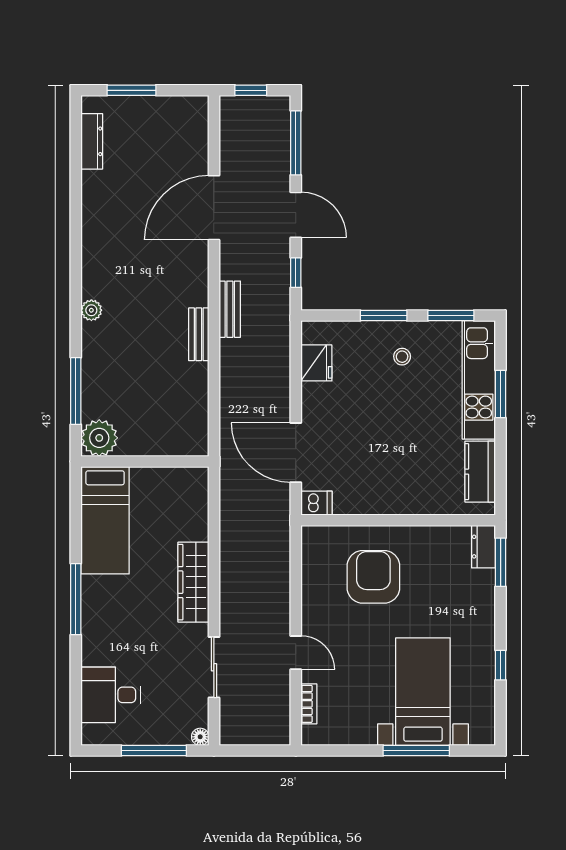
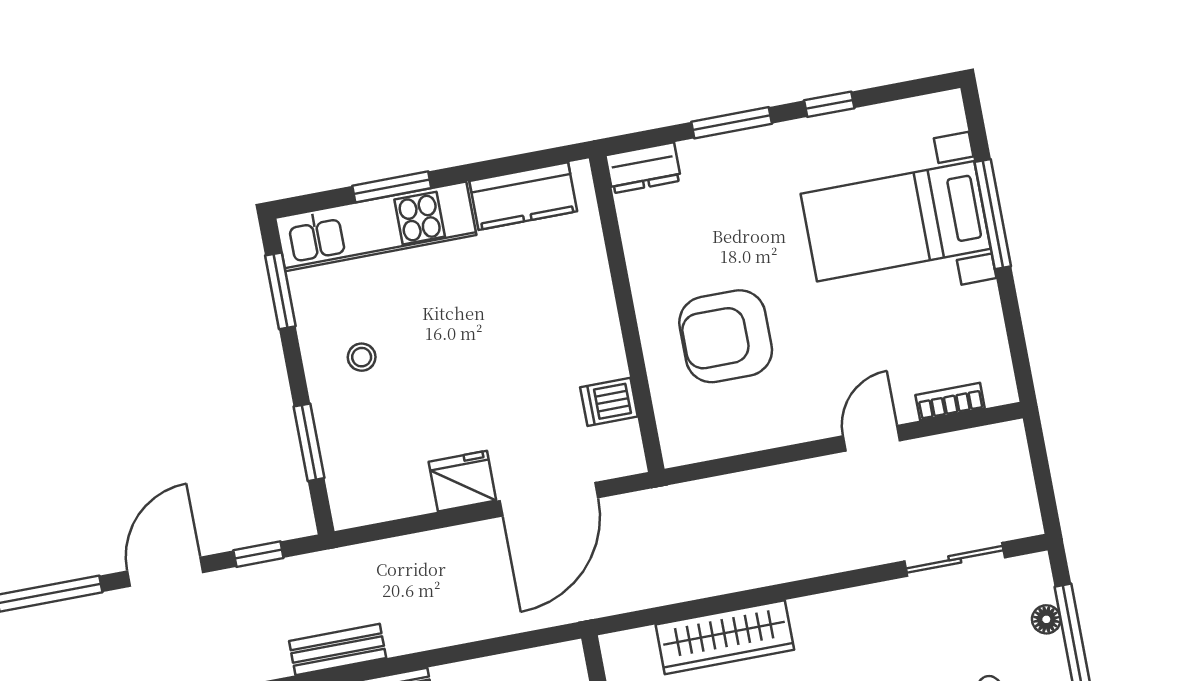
window: (384, 316) -> (309, 442), moved
fridge: (316, 363) -> (462, 481), moved
dishwasher: (316, 503) -> (609, 402), moved, turned -90
window: (501, 562) -> (732, 123), moved
wardrobe: (193, 582) -> (725, 637), moved
sliding door: (214, 667) -> (955, 559), moved
floor lamp: (200, 737) -> (1046, 619), moved

